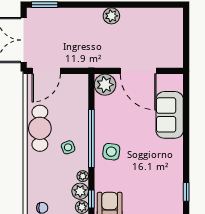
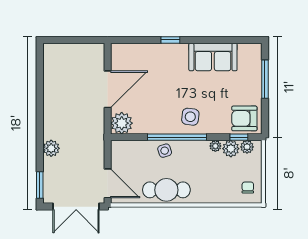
plant: (111, 16) -> (51, 148), moved
sofa: (170, 115) -> (213, 57), moved
side table: (68, 147) -> (165, 151), moved
window: (186, 192) -> (170, 40), moved

